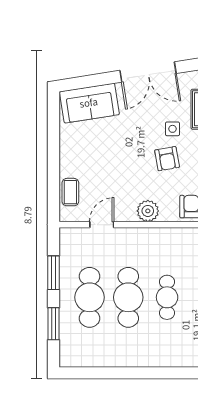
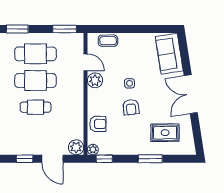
side table: (172, 129) -> (130, 83), moved
armchair: (167, 159) -> (131, 107), turned -86
plant: (148, 211) -> (95, 80), moved
window: (53, 273) -> (65, 29), moved

